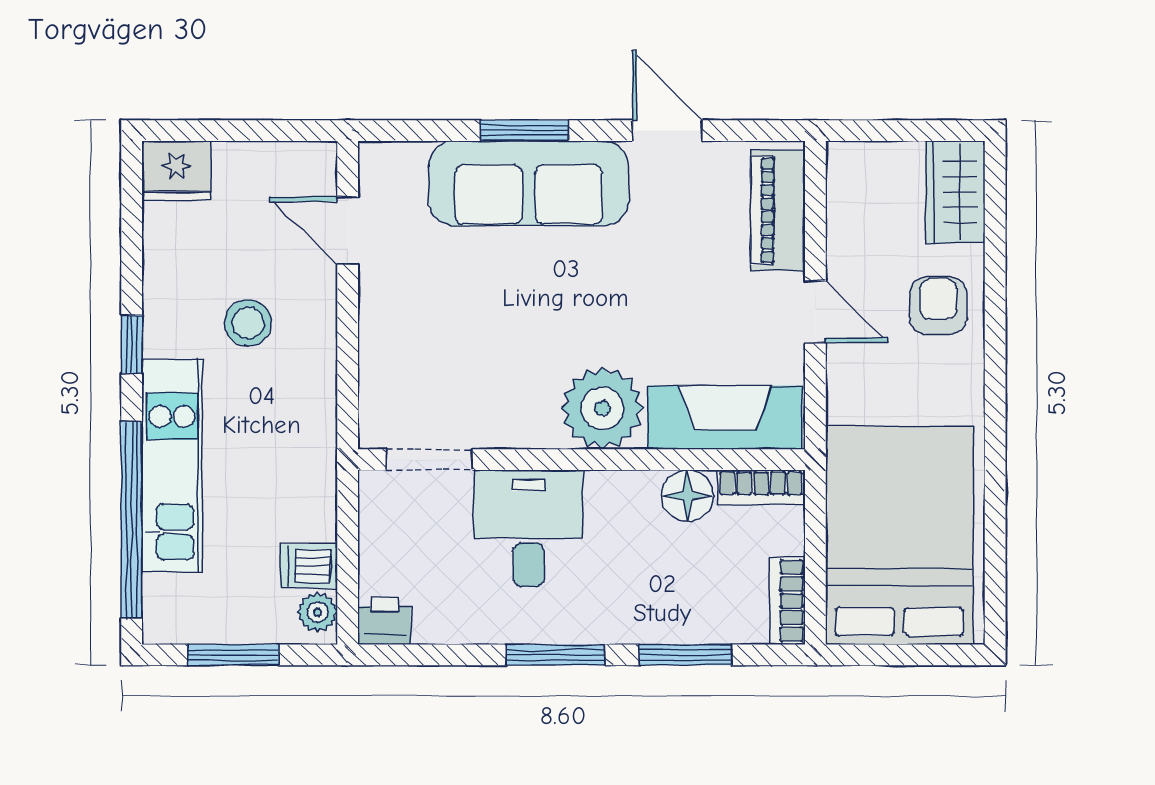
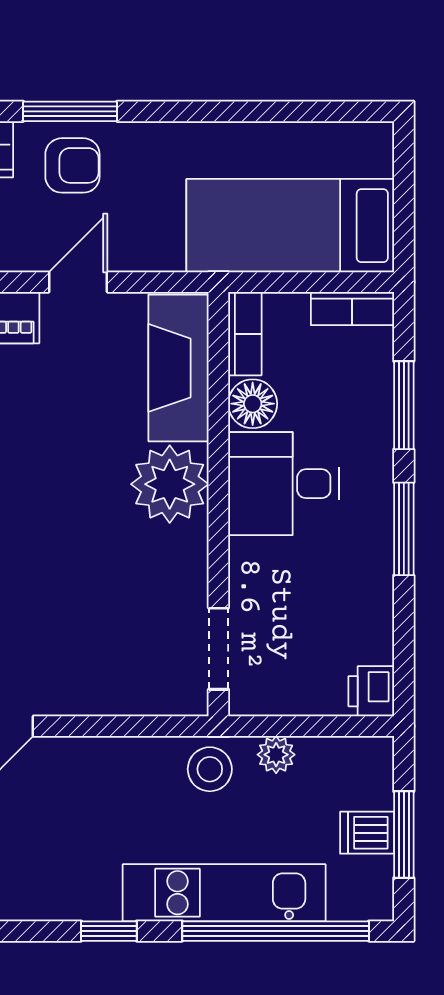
window: (995, 303) -> (70, 111), added
armchair: (938, 306) -> (72, 165), turned 180
stool: (248, 323) -> (210, 769), moved
desk: (529, 528) -> (284, 484), moved
bed: (899, 535) -> (290, 226), width x0.67
dishwasher: (309, 566) -> (367, 833), moved, turned 90
plant: (318, 612) -> (276, 755), moved

